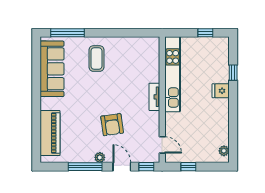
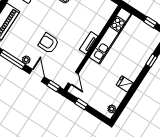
fridge: (221, 91) -> (125, 84), moved
armchair: (112, 125) -> (49, 43), turned 98

